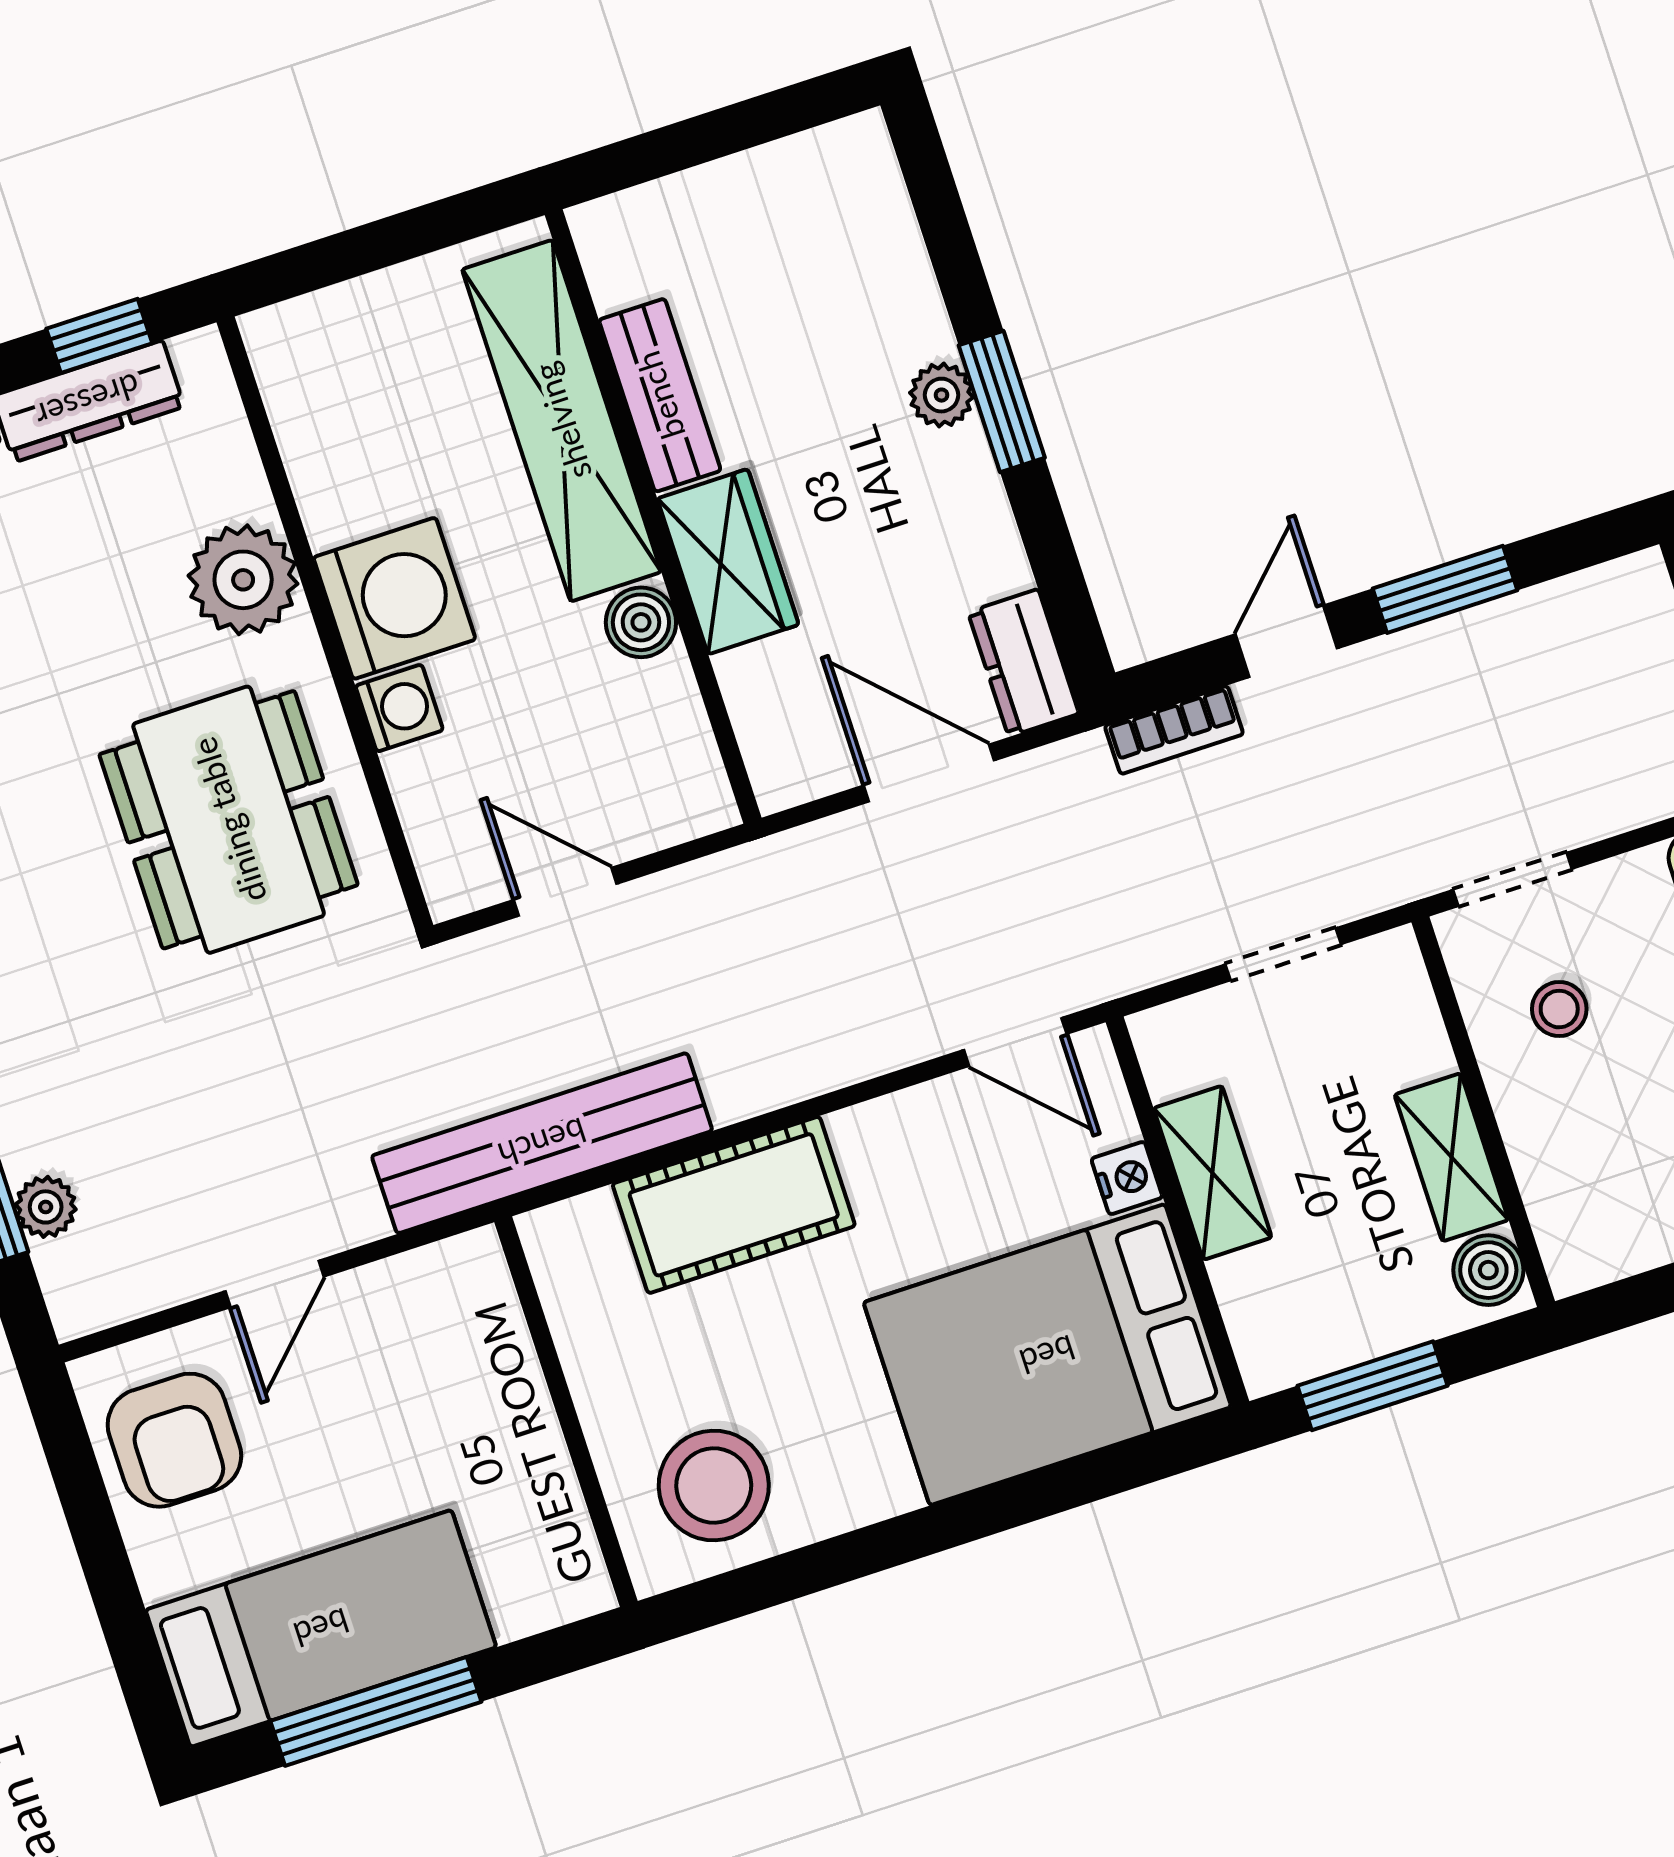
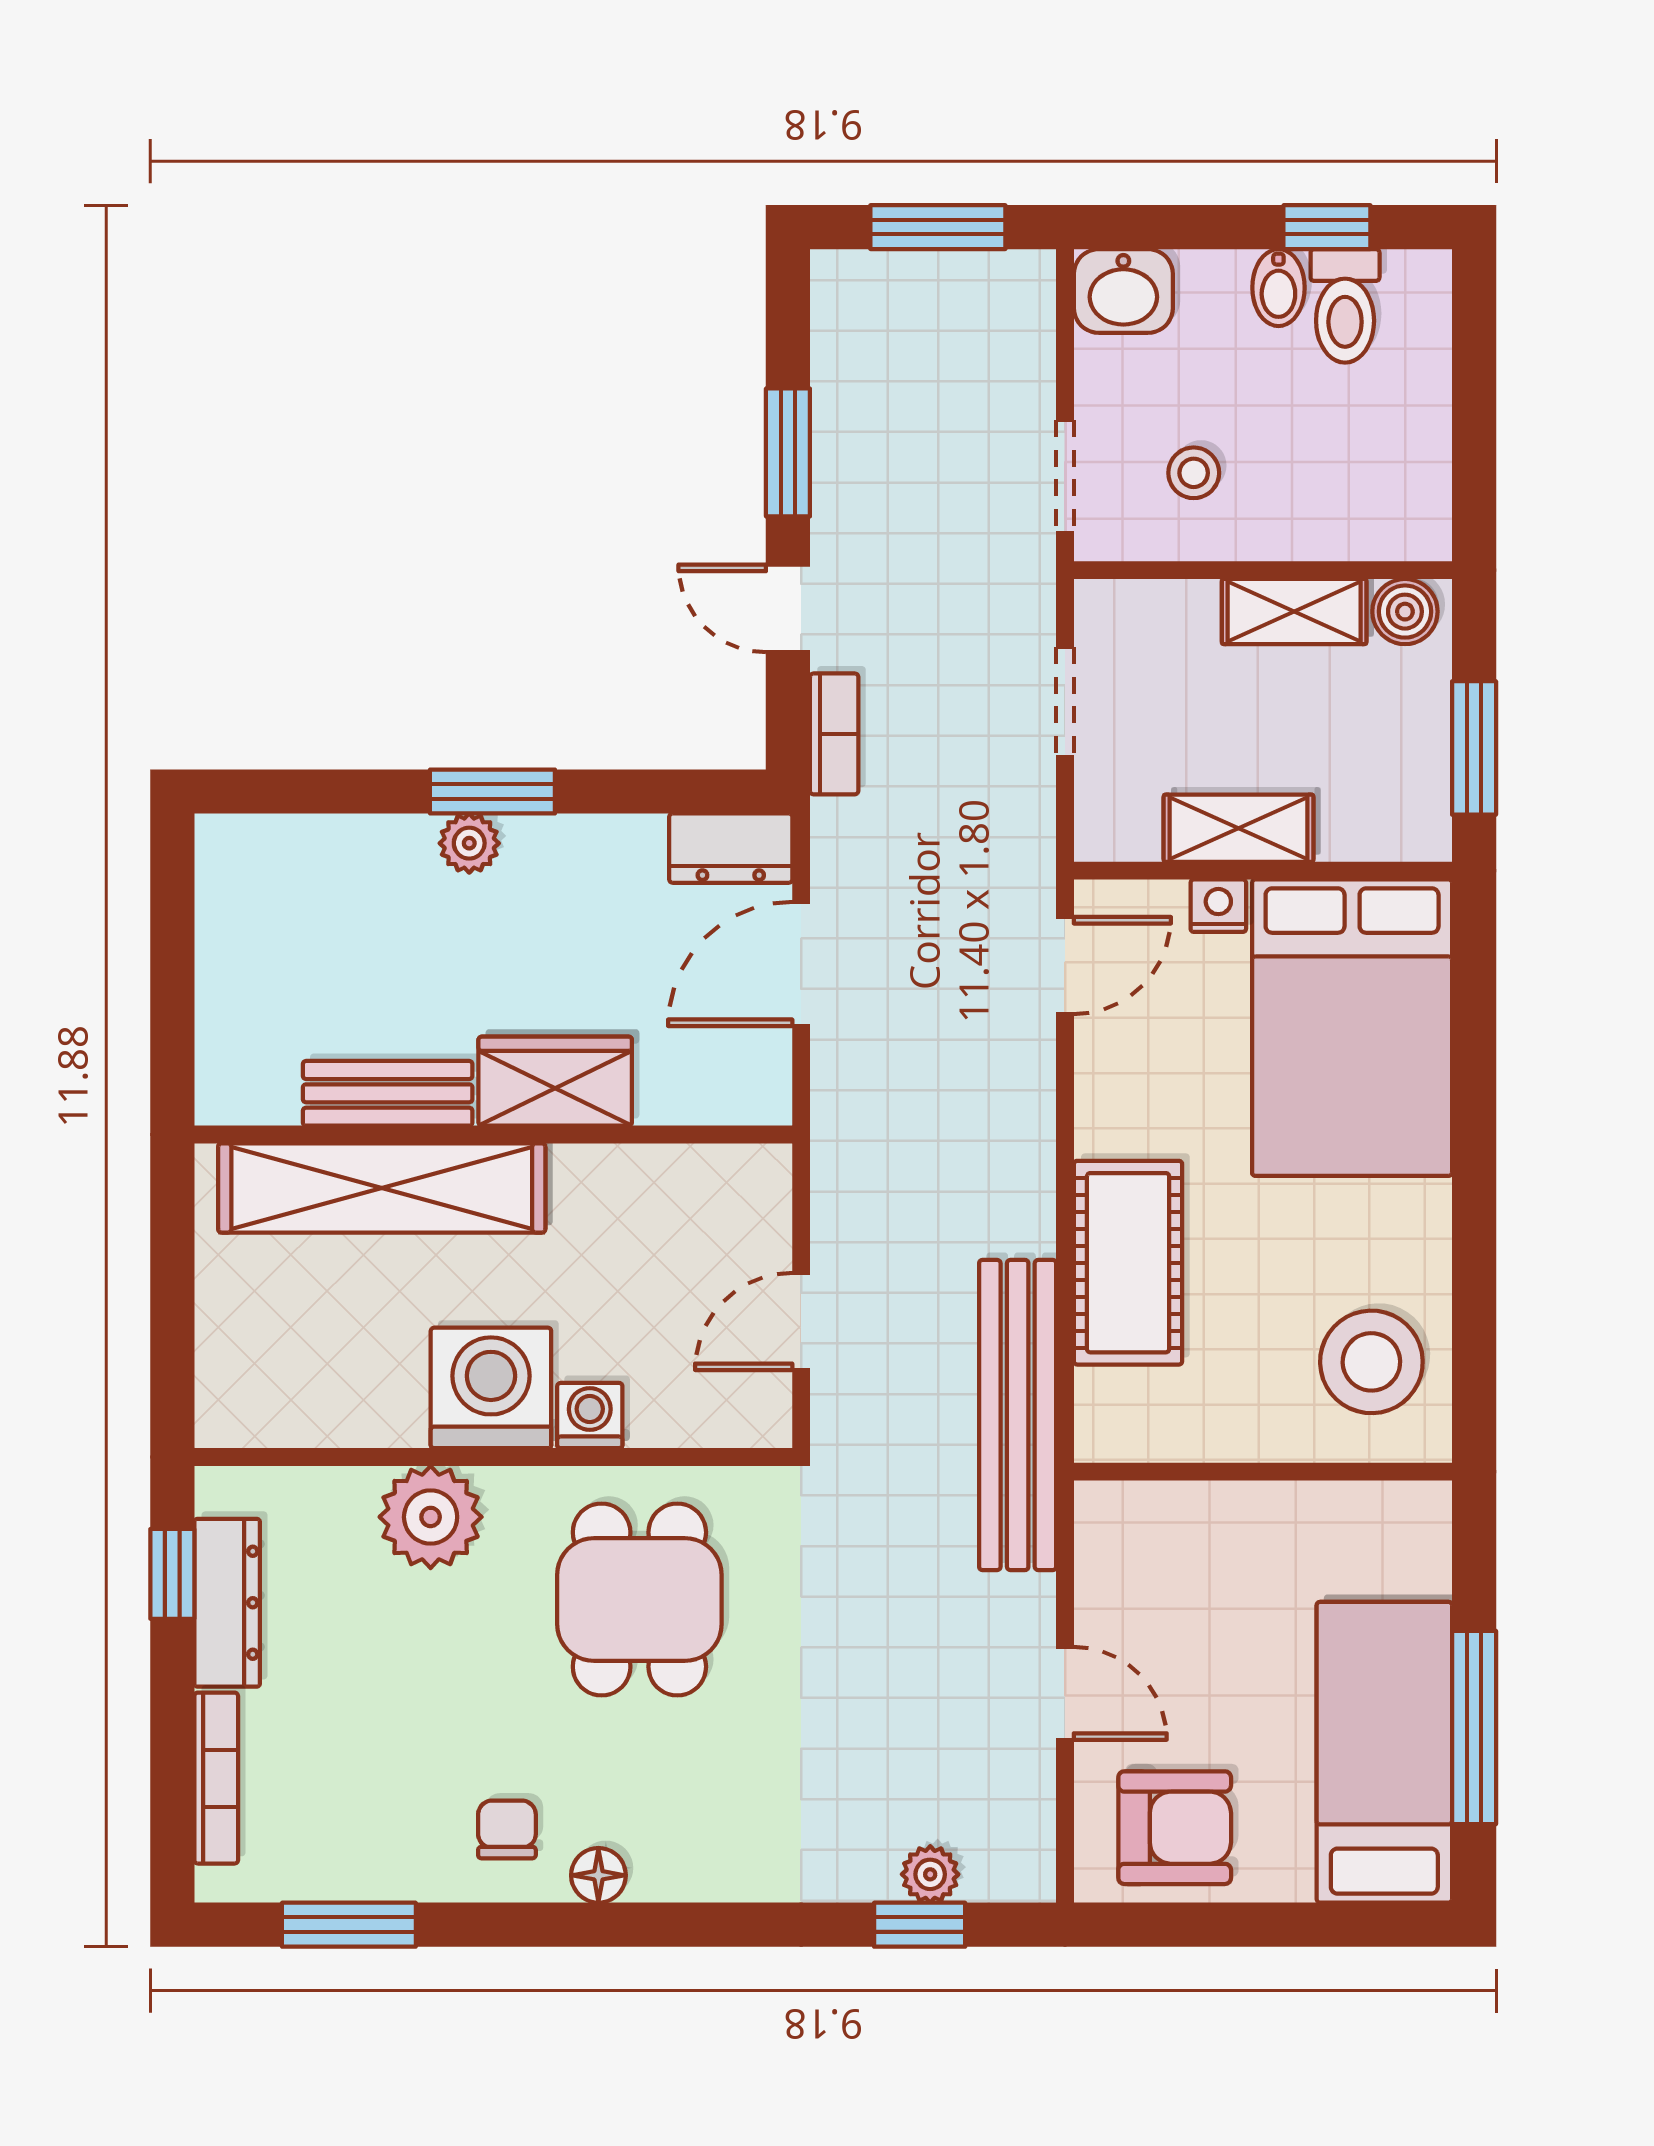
boiler: (641, 622) -> (584, 1176), removed
dining table: (229, 820) -> (639, 1600), width x0.73

